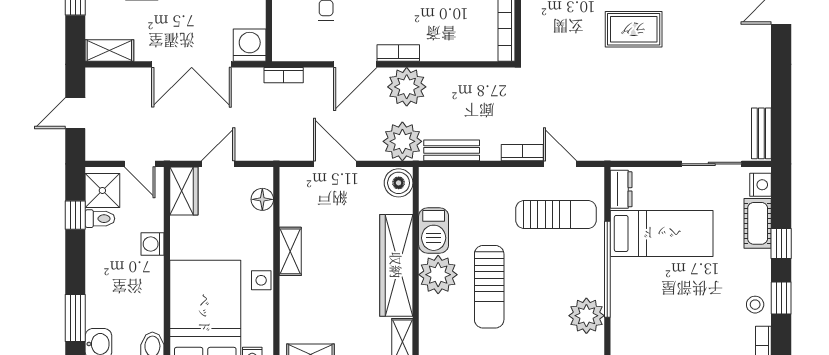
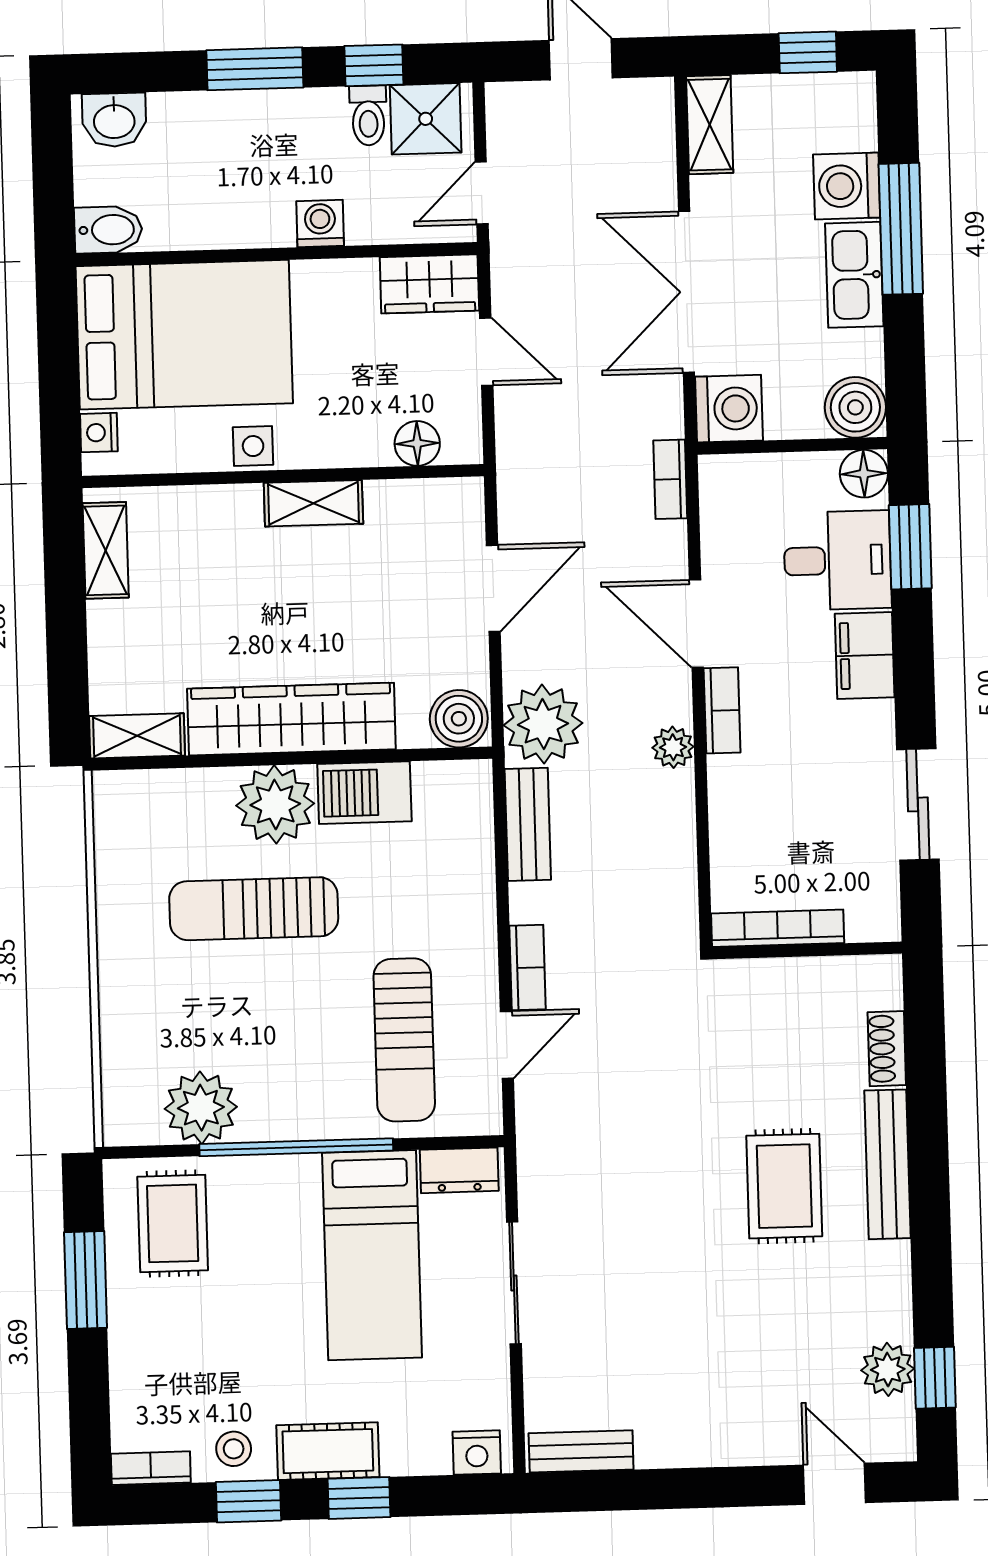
plant: (407, 87) -> (673, 747), width x0.53, depth x0.53
sliding door: (712, 164) -> (514, 1283), moved
cot: (758, 223) -> (328, 1451), moved
window: (75, 318) -> (255, 69), moved
rug: (643, 331) -> (173, 1223), added

